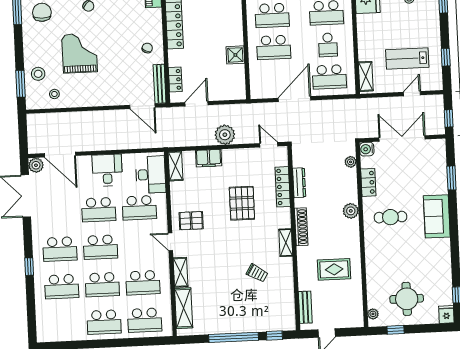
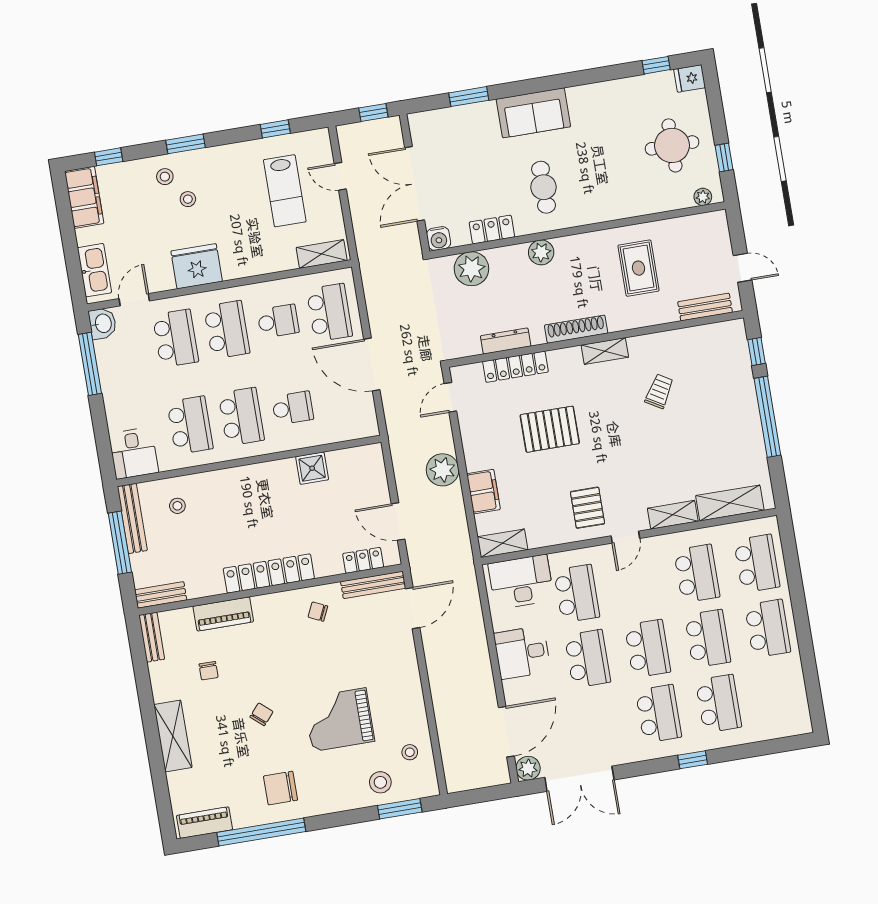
school desk: (274, 47) -> (293, 408), width x0.54
plant: (351, 162) -> (471, 269), width x1.88, depth x1.88

